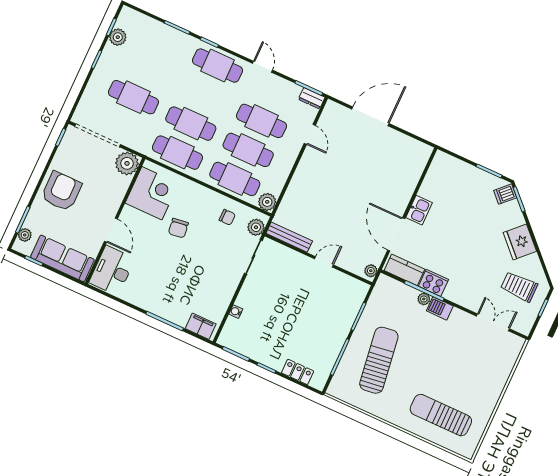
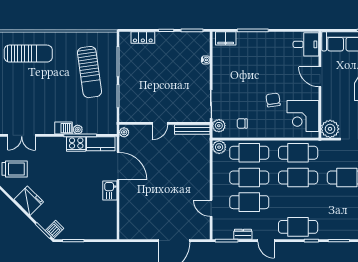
dresser: (312, 98) -> (243, 234), moved
desk: (112, 271) -> (306, 44), width x0.73

